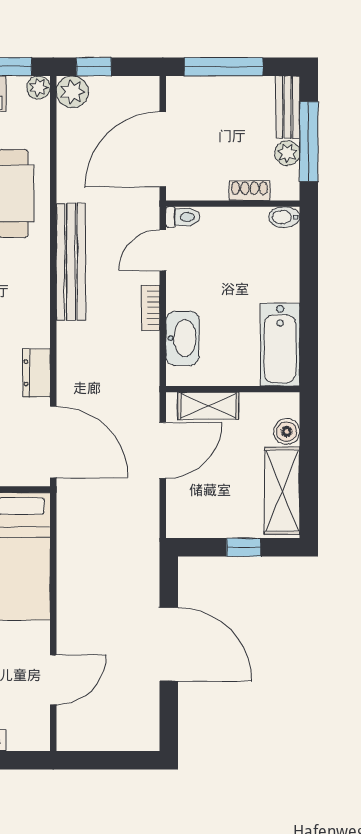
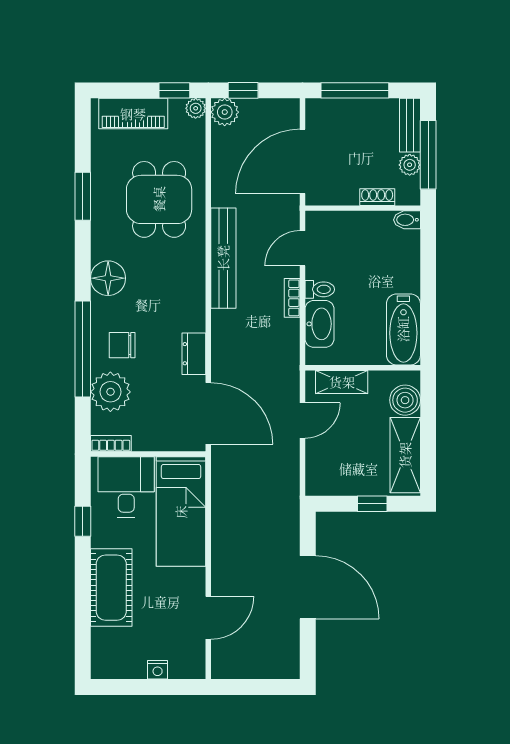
toilet: (183, 217) -> (320, 289), moved
boiler: (287, 431) -> (405, 400), width x1.36, depth x1.36
door: (163, 450) -> (303, 420), width x0.73

